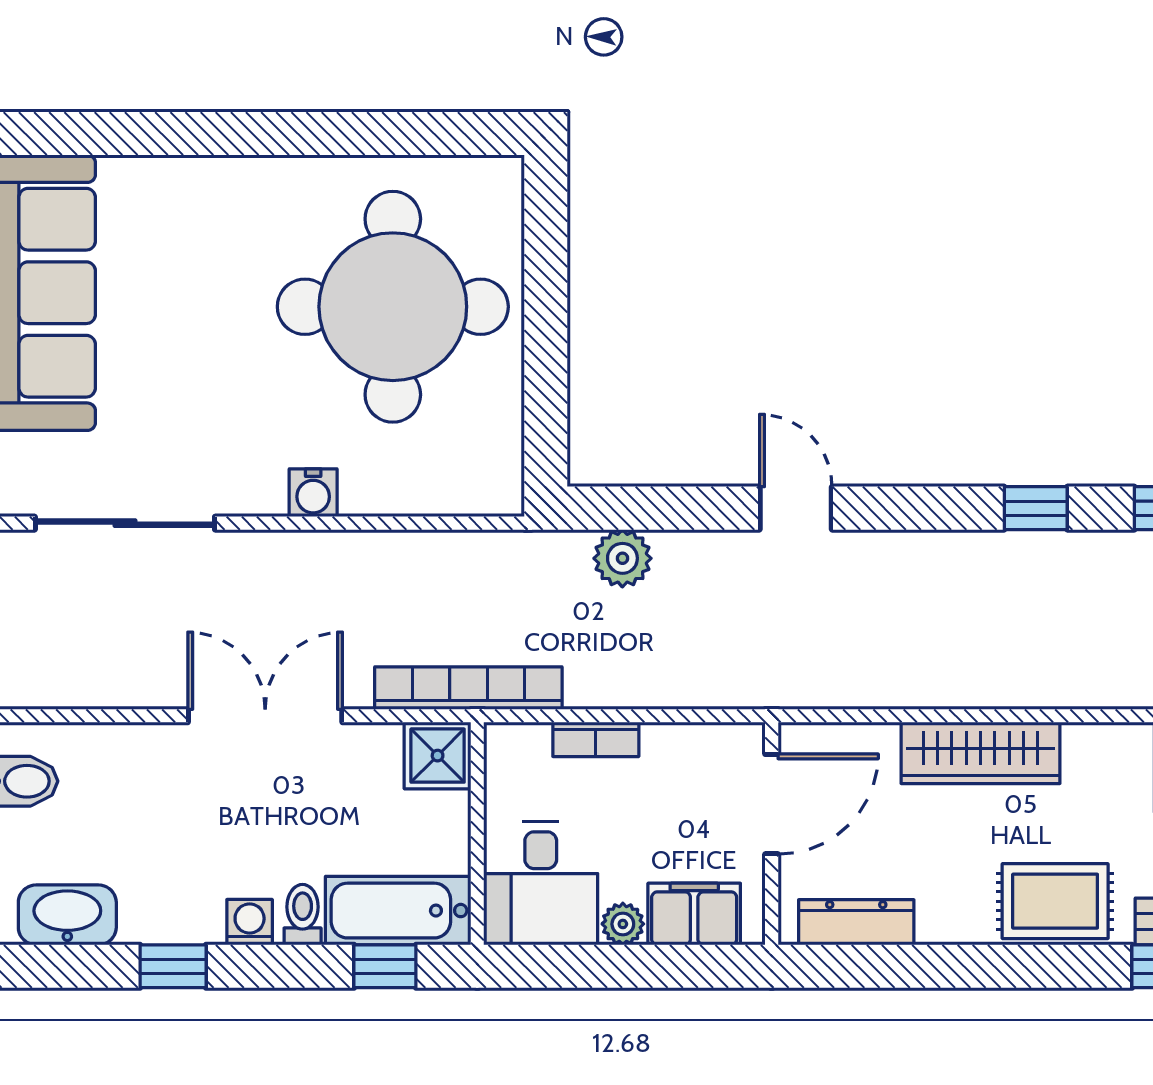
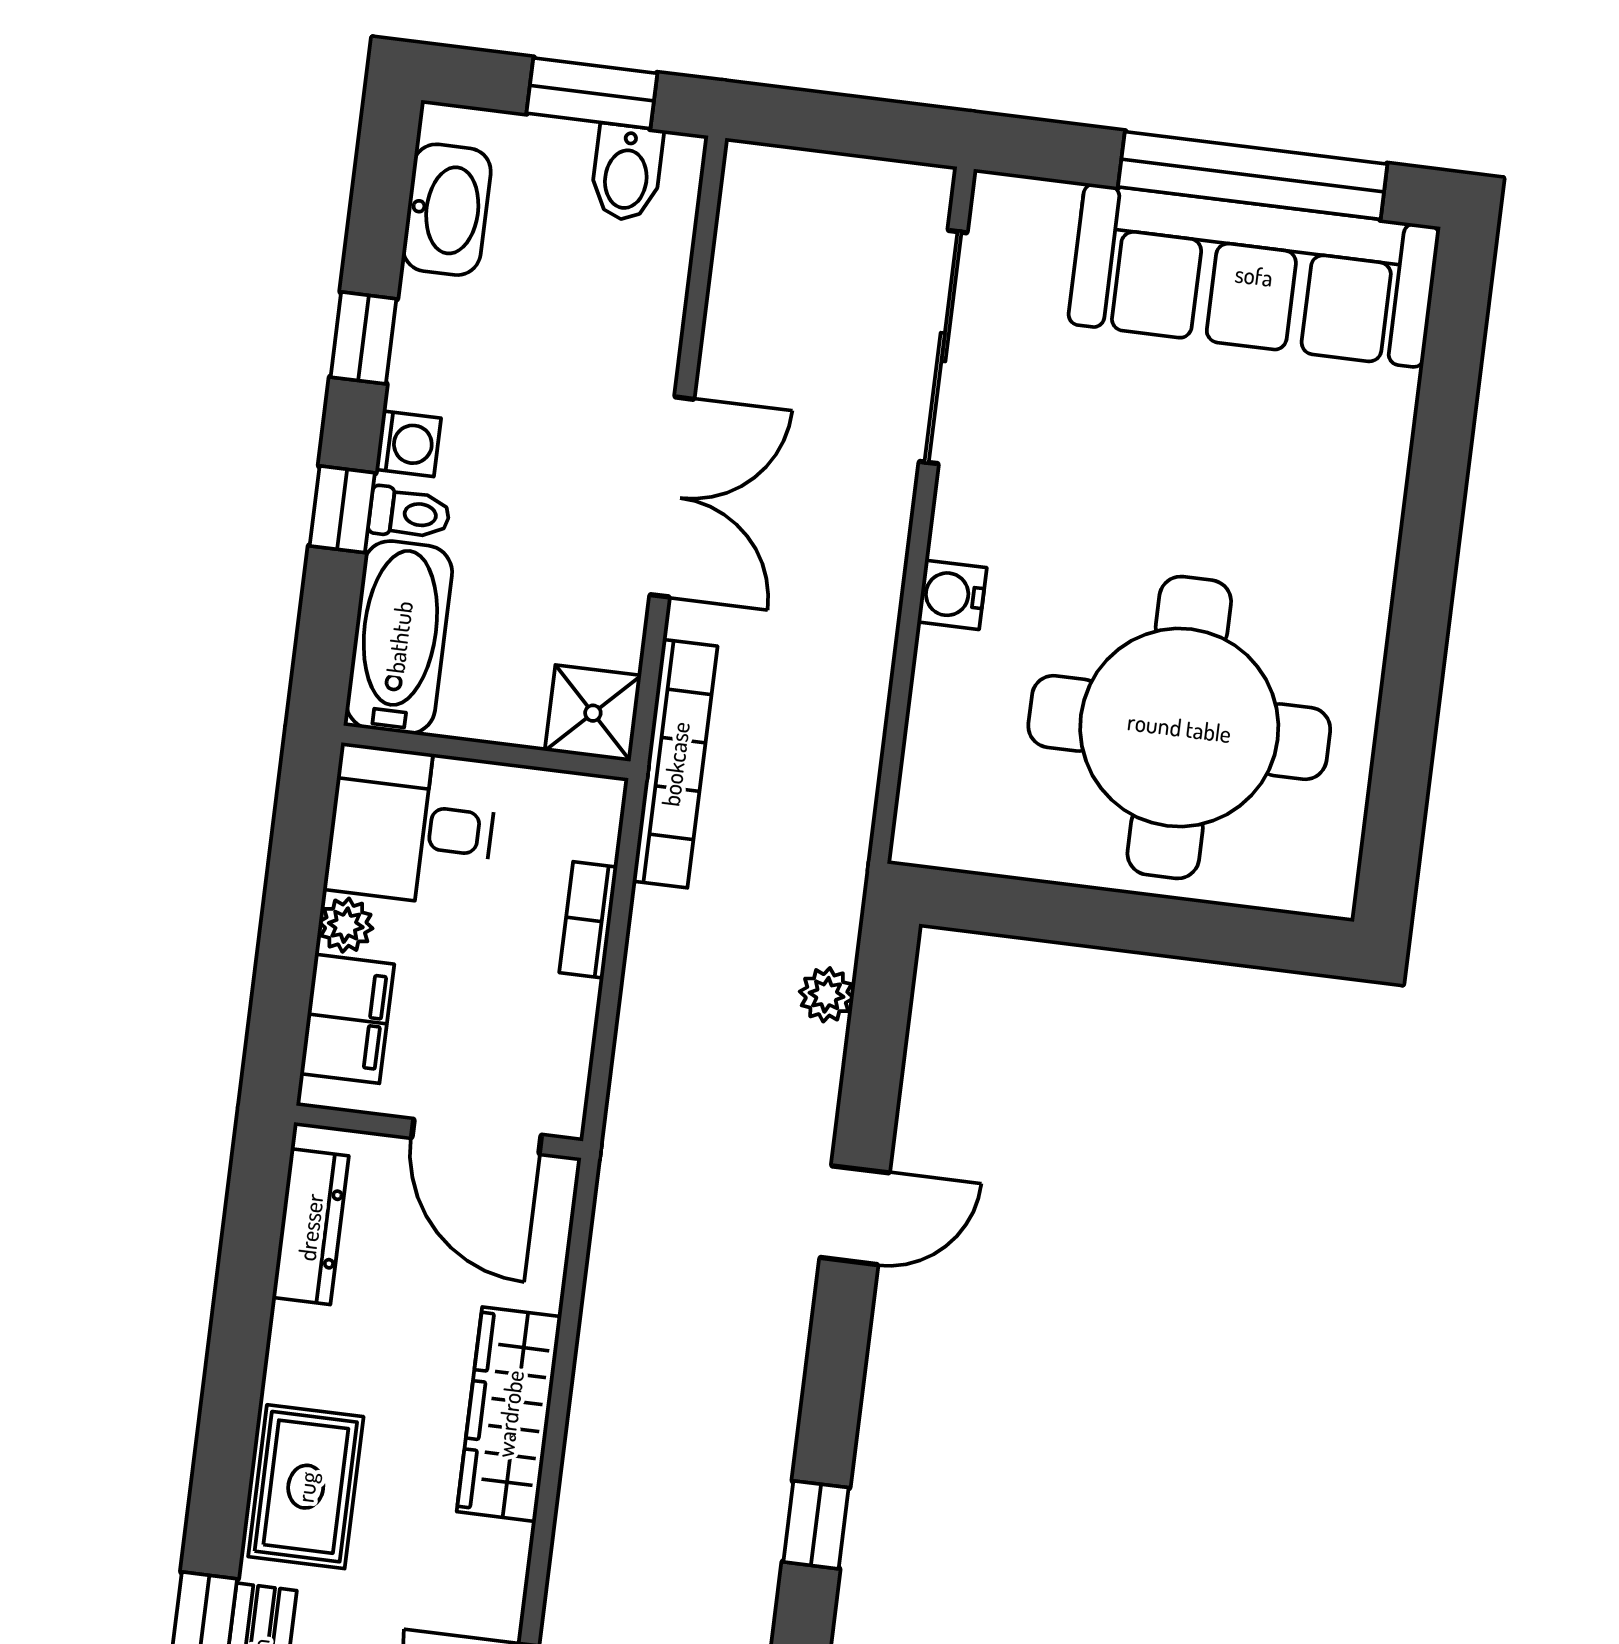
plant: (622, 558) -> (827, 995), width x0.73, depth x0.73
window: (385, 966) -> (342, 509), moved

